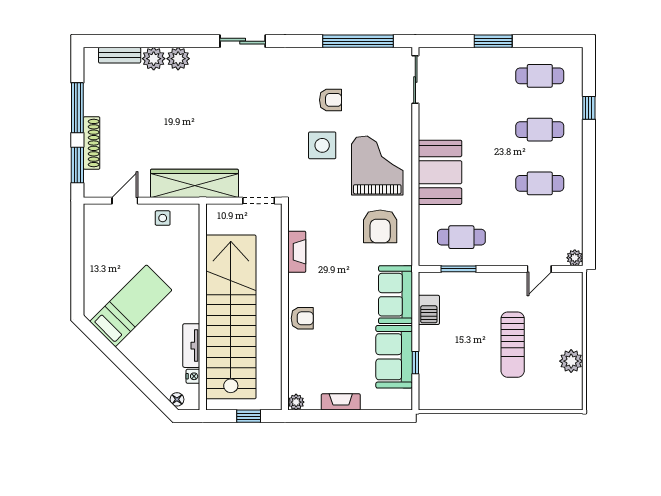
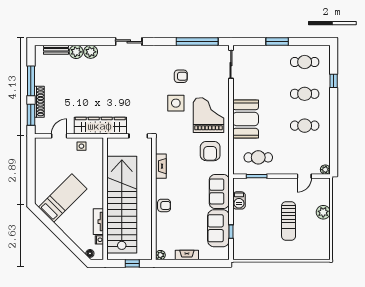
plant: (571, 361) -> (323, 212), moved

